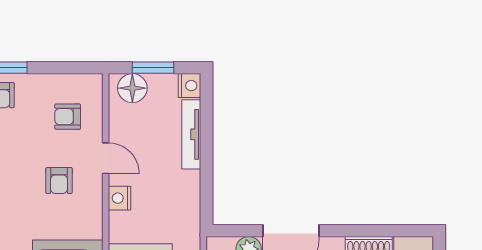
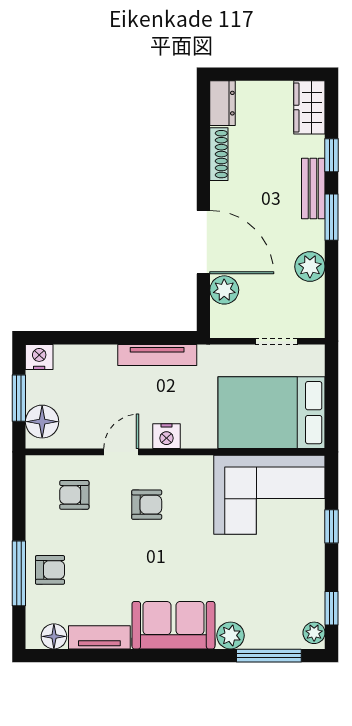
armchair: (68, 117) -> (74, 495), turned 90
tv unit: (191, 134) -> (157, 355), moved

